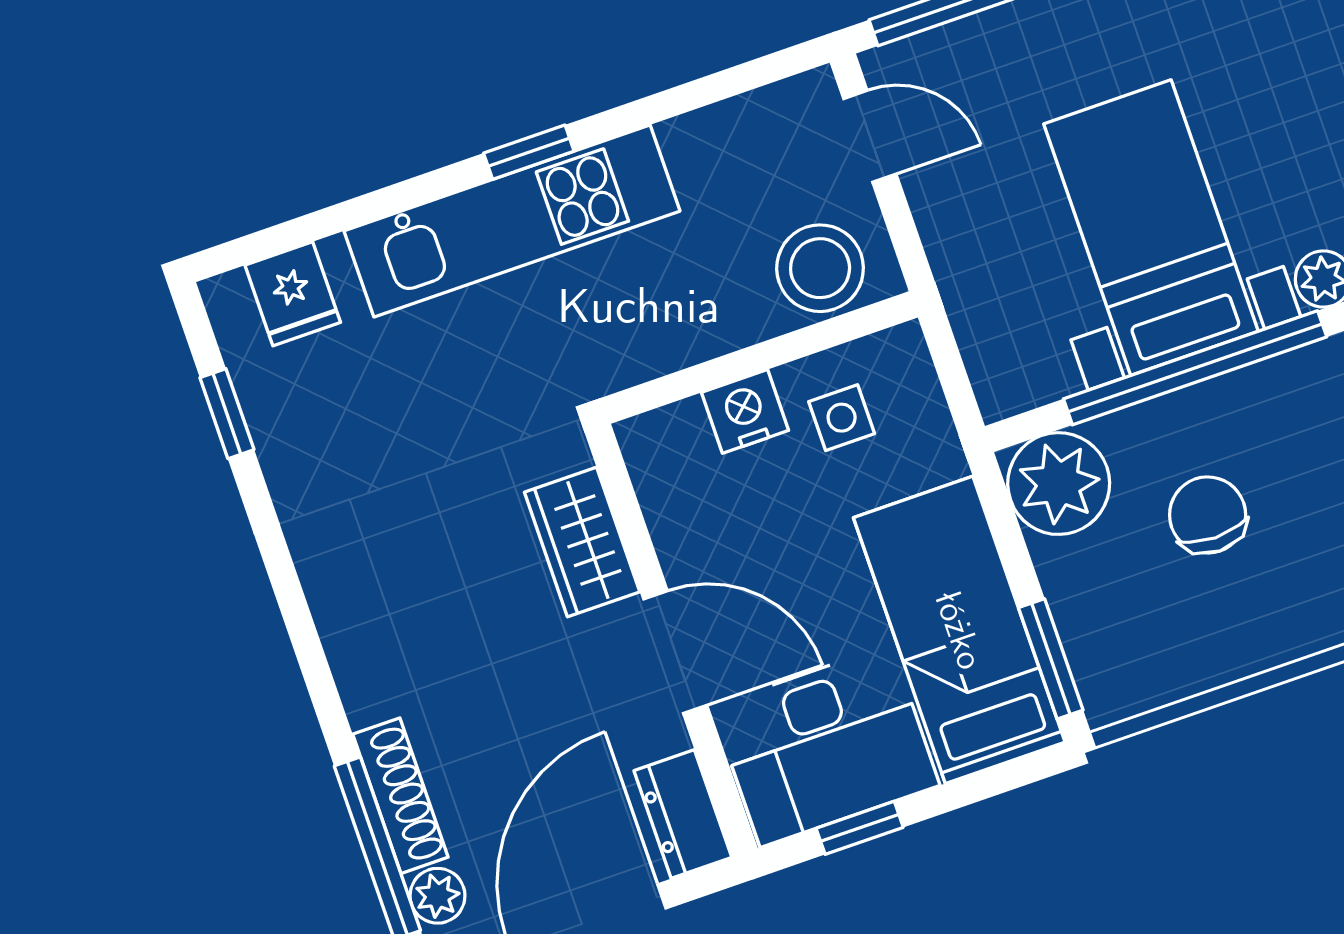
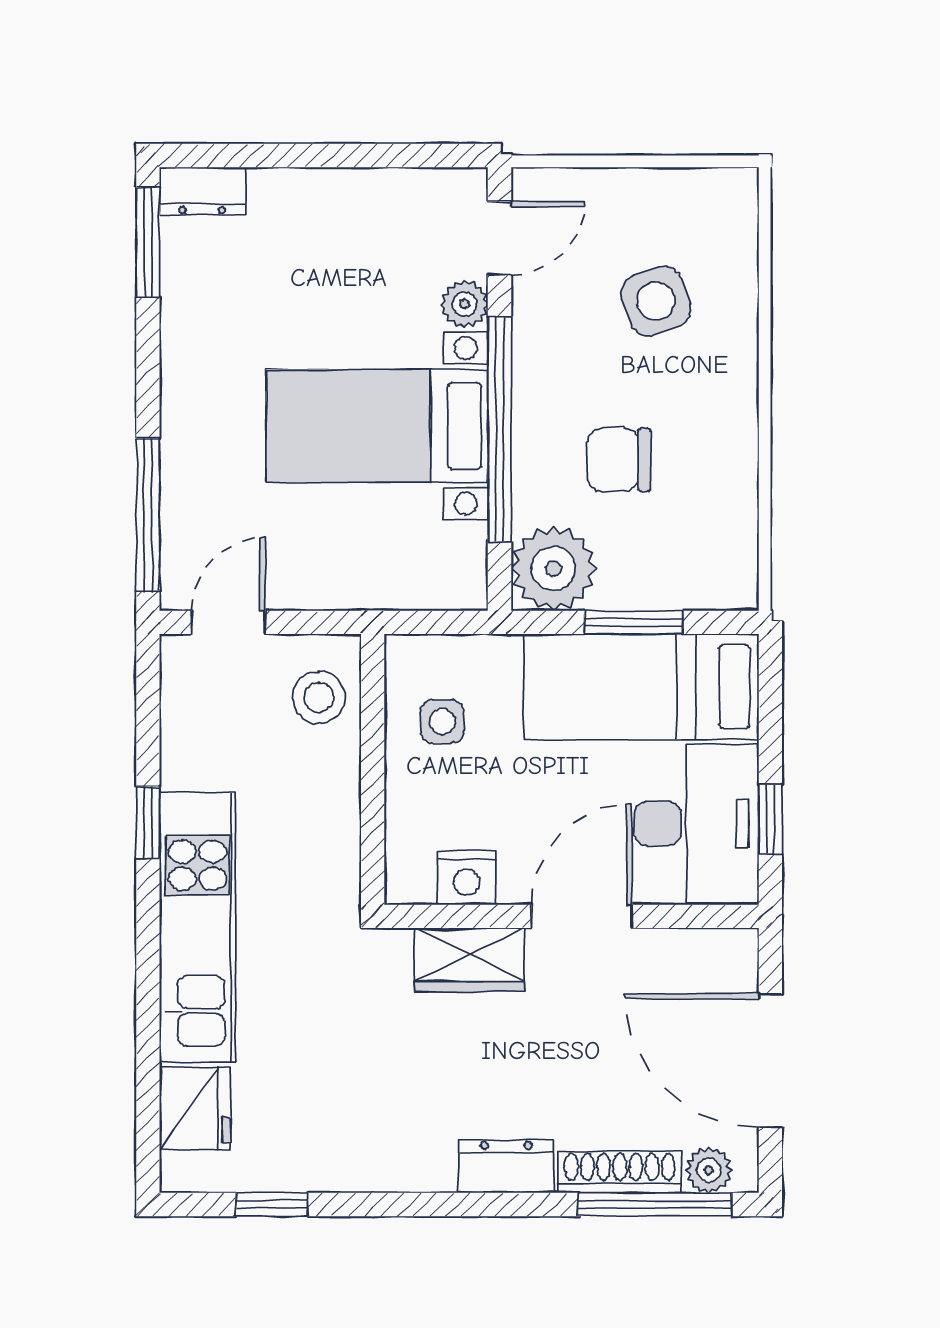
window: (529, 152) -> (148, 823), moved
stool: (820, 268) -> (319, 698), width x0.73, depth x0.73
fridge: (293, 294) -> (195, 1108), width x1.38
nightstand: (745, 411) -> (466, 878), moved, turned -90
window: (1051, 659) -> (633, 622), moved
dresser: (683, 814) -> (506, 1166), moved, turned 180

